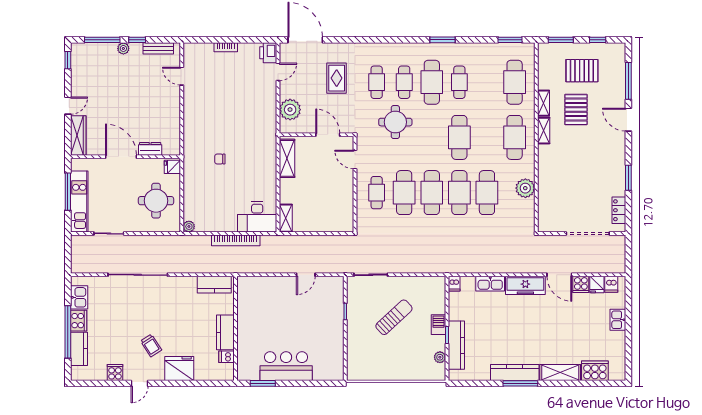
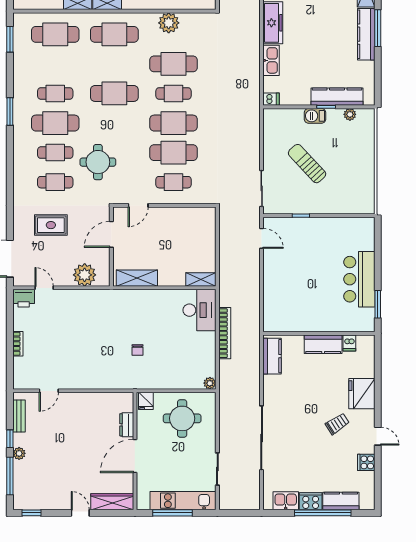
cafe table: (459, 193) -> (174, 93), width x0.73, depth x0.74
door: (306, 275) -> (262, 238), moved

